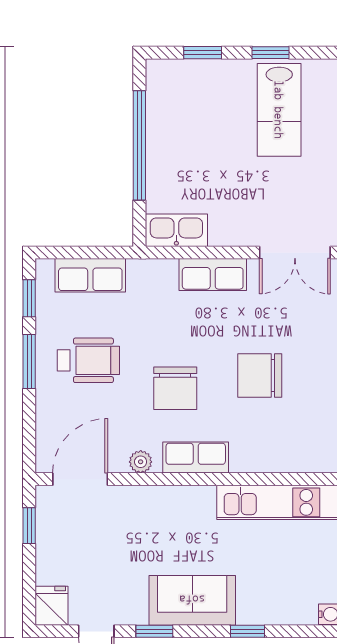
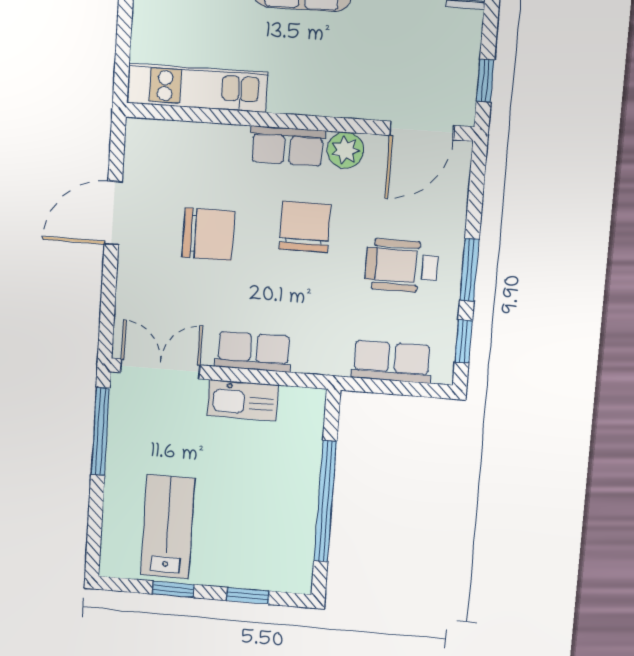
kitchen sink: (176, 230) -> (243, 400), moved
plant: (141, 462) -> (345, 150), width x1.38, depth x1.38

